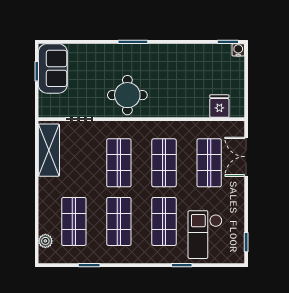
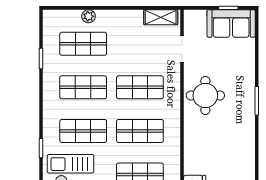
shelving: (49, 150) -> (161, 17), width x0.67, depth x0.75
plant: (45, 241) -> (89, 16), moved

